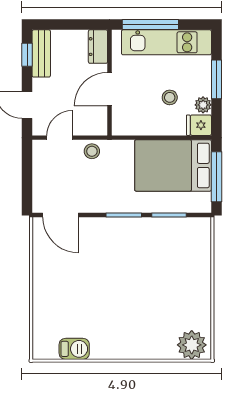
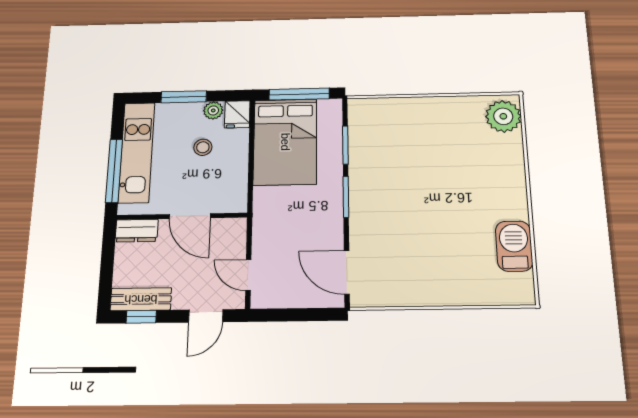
stool: (92, 151) -> (266, 236), removed
door: (61, 215) -> (347, 272), swing flipped
barbecue: (74, 349) -> (514, 246), width x1.38, depth x1.27

